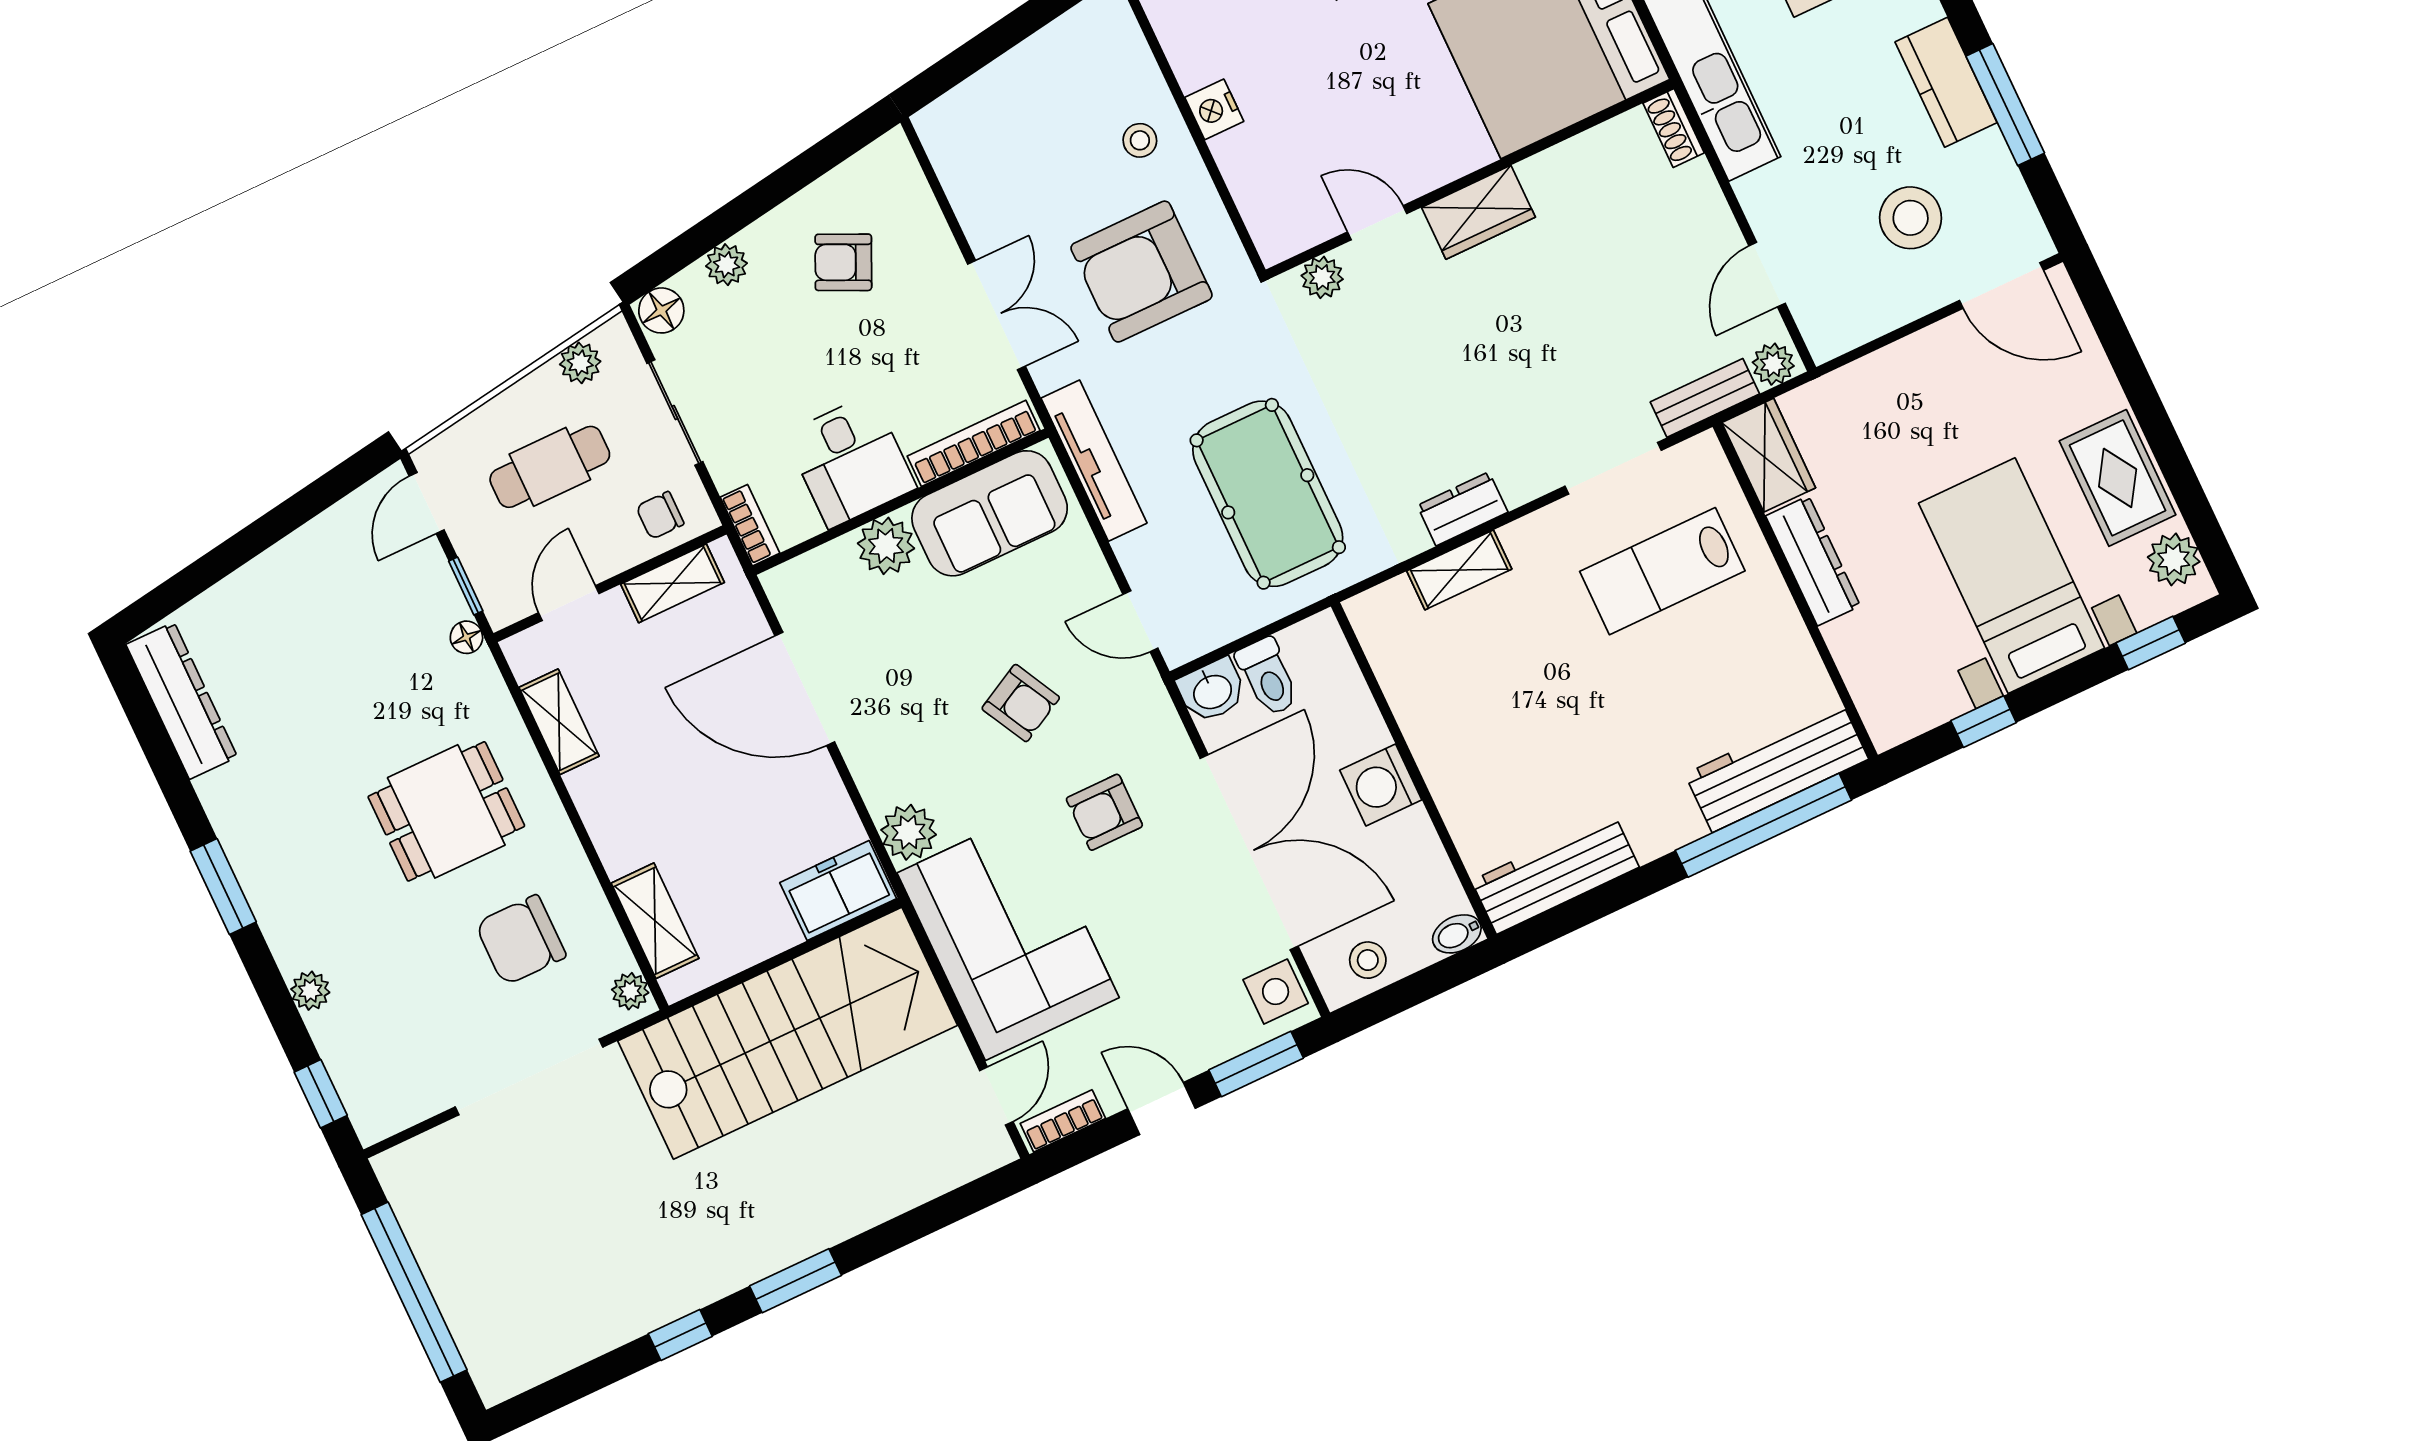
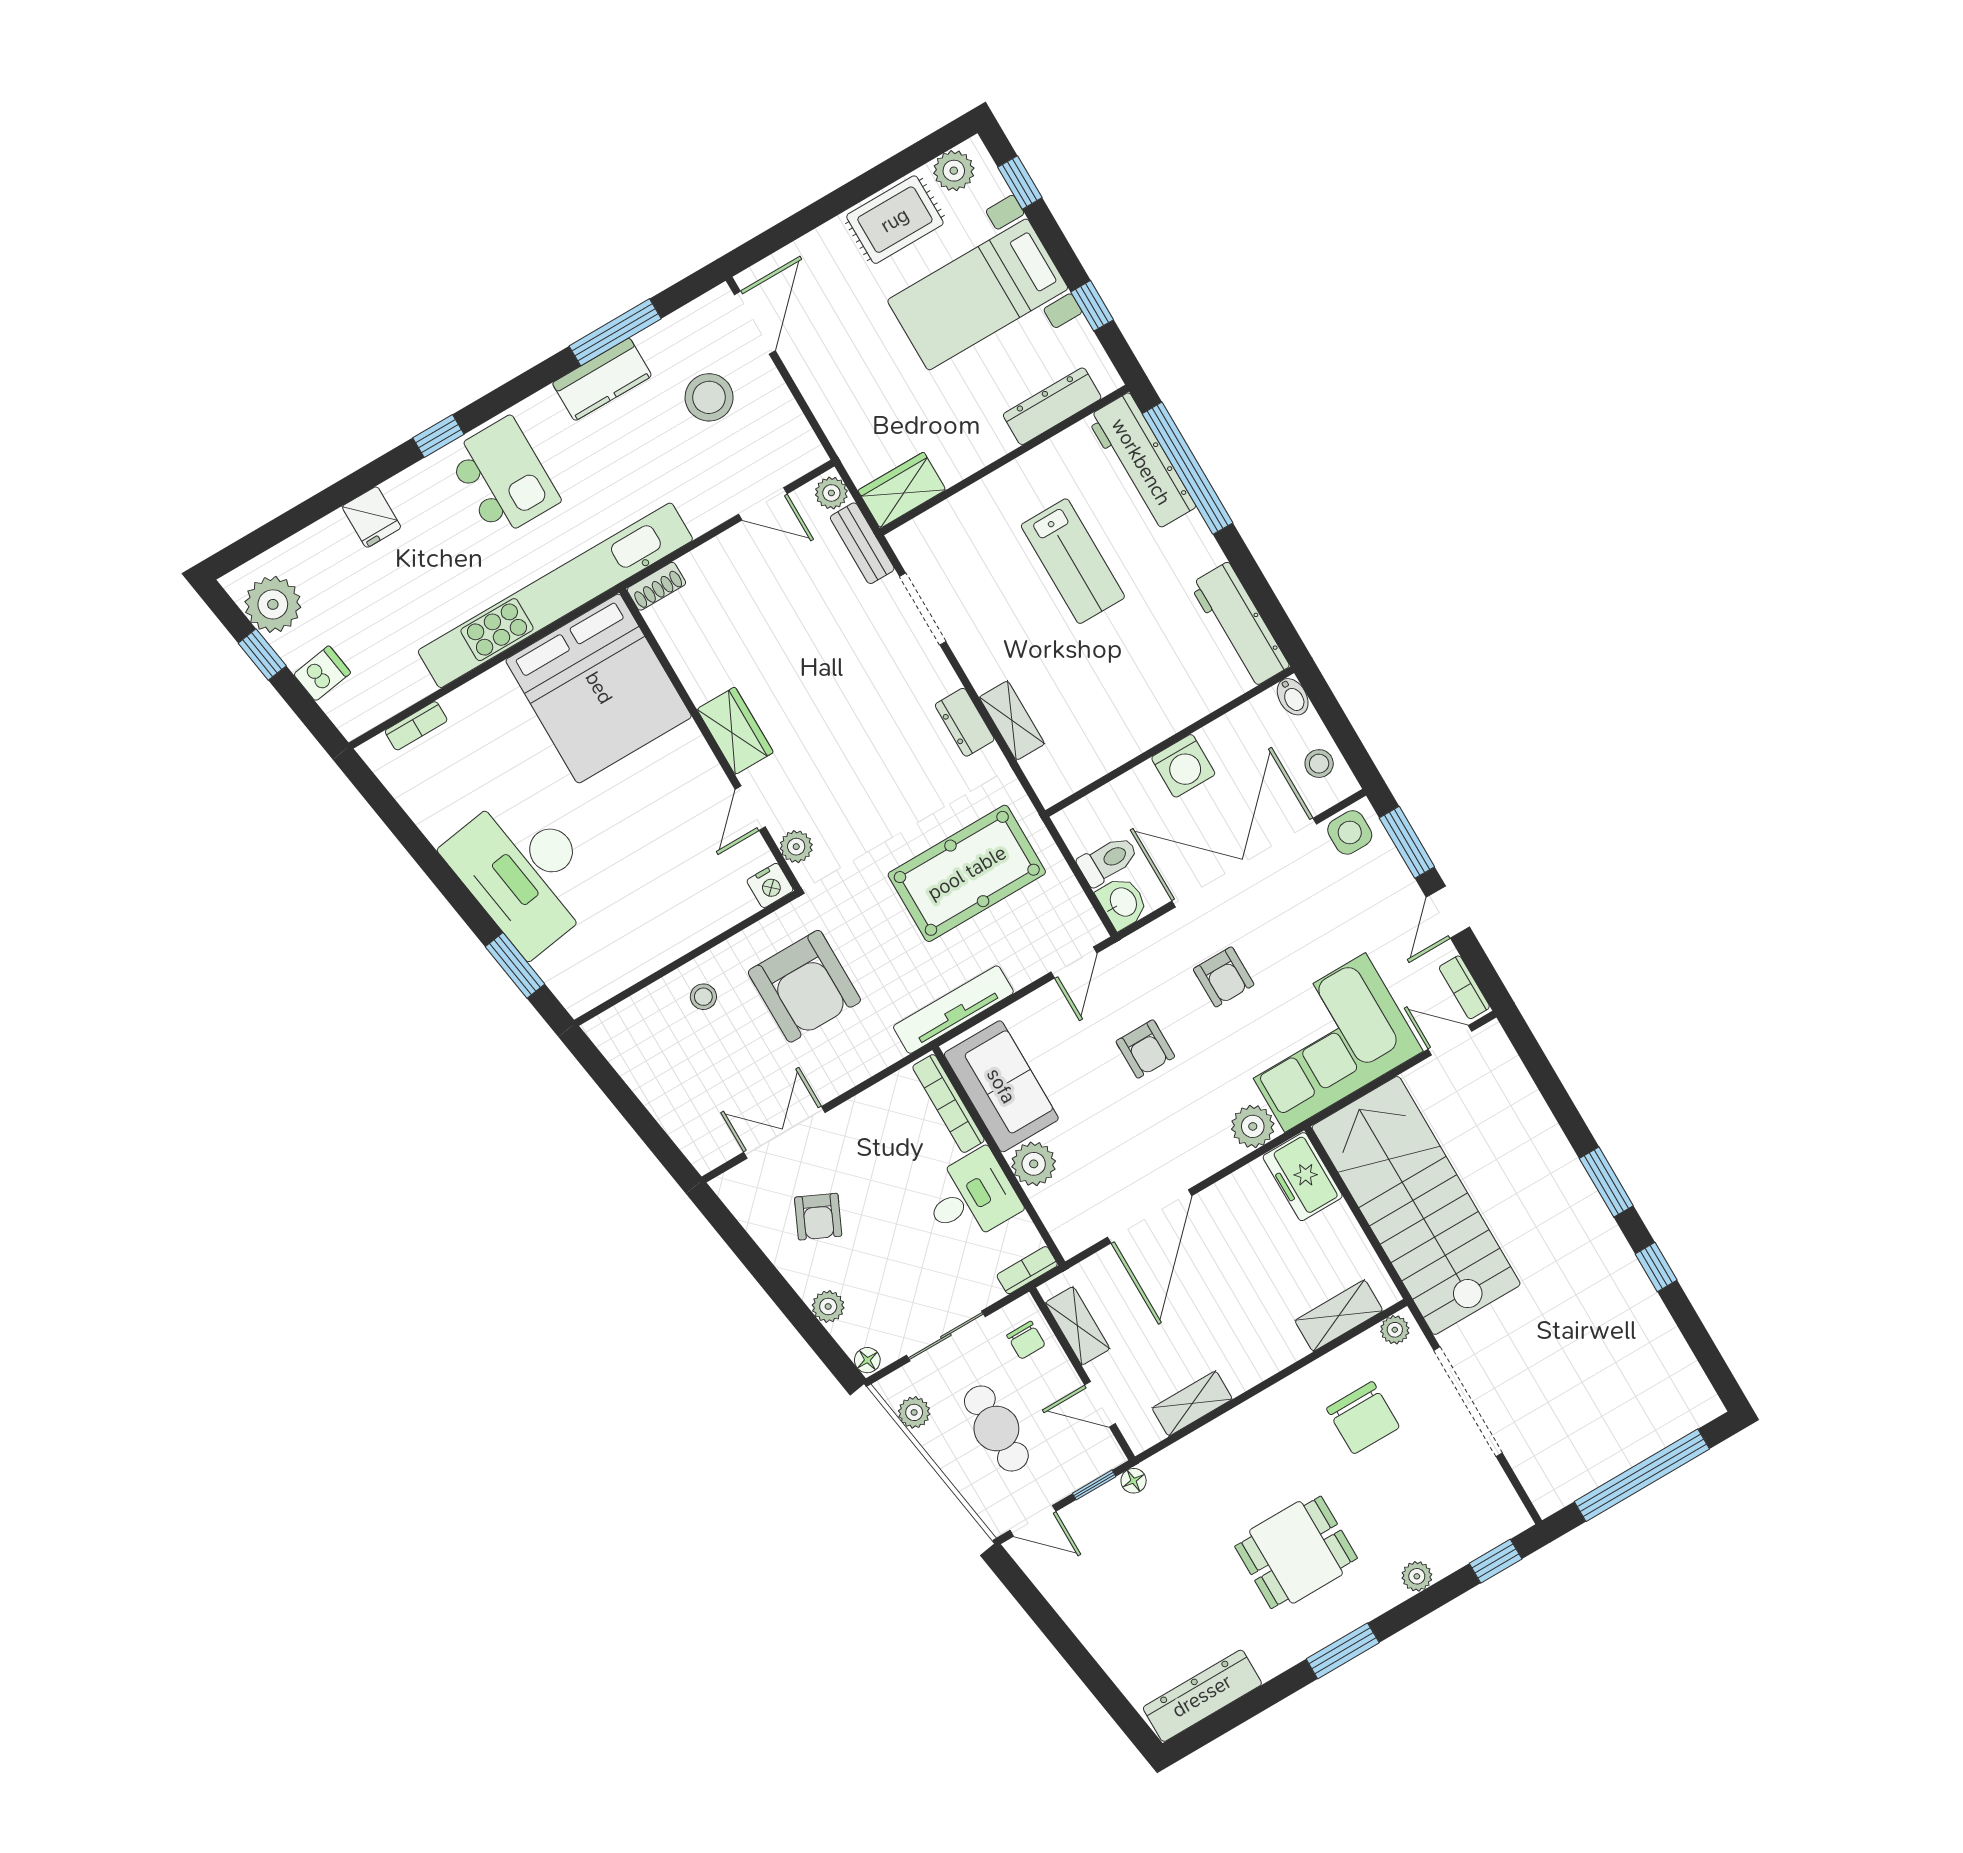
nightstand: (1214, 109) -> (770, 885), moved
floor lamp: (661, 310) -> (867, 1360), width x0.73, depth x0.73
double door: (996, 315) -> (784, 1132), moved
dresser: (1813, 561) -> (1052, 406), moved
lab bench: (1662, 571) -> (1073, 561), moved
armchair: (1021, 703) -> (1145, 1049), turned 118
dining table: (446, 811) -> (1296, 1552), moved, turned 90

